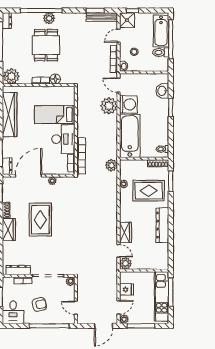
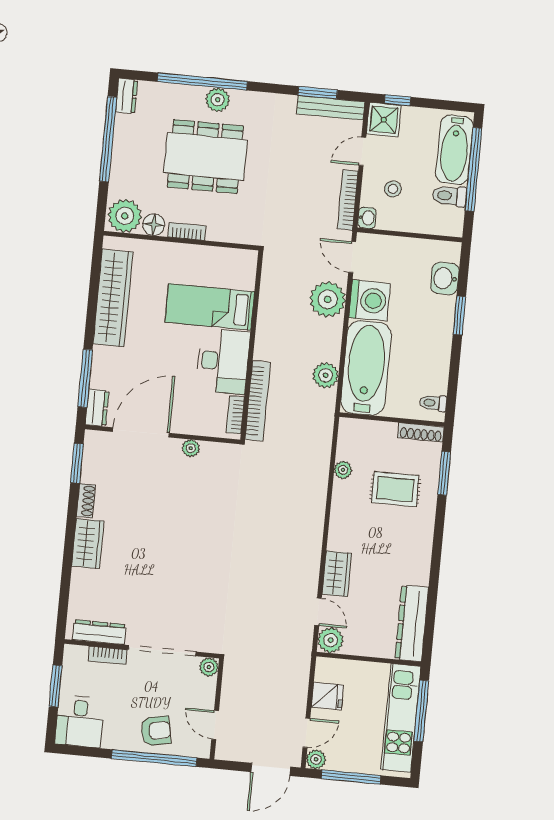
dining table: (46, 45) -> (205, 157), width x1.38
floor lamp: (55, 79) -> (154, 225), moved
plant: (111, 165) -> (326, 375), moved
rug: (149, 191) -> (395, 489), width x0.73, depth x0.70
rug: (40, 220) -> (157, 529), removed
dresser: (162, 225) -> (412, 623), moved
armchair: (39, 304) -> (156, 731), moved

